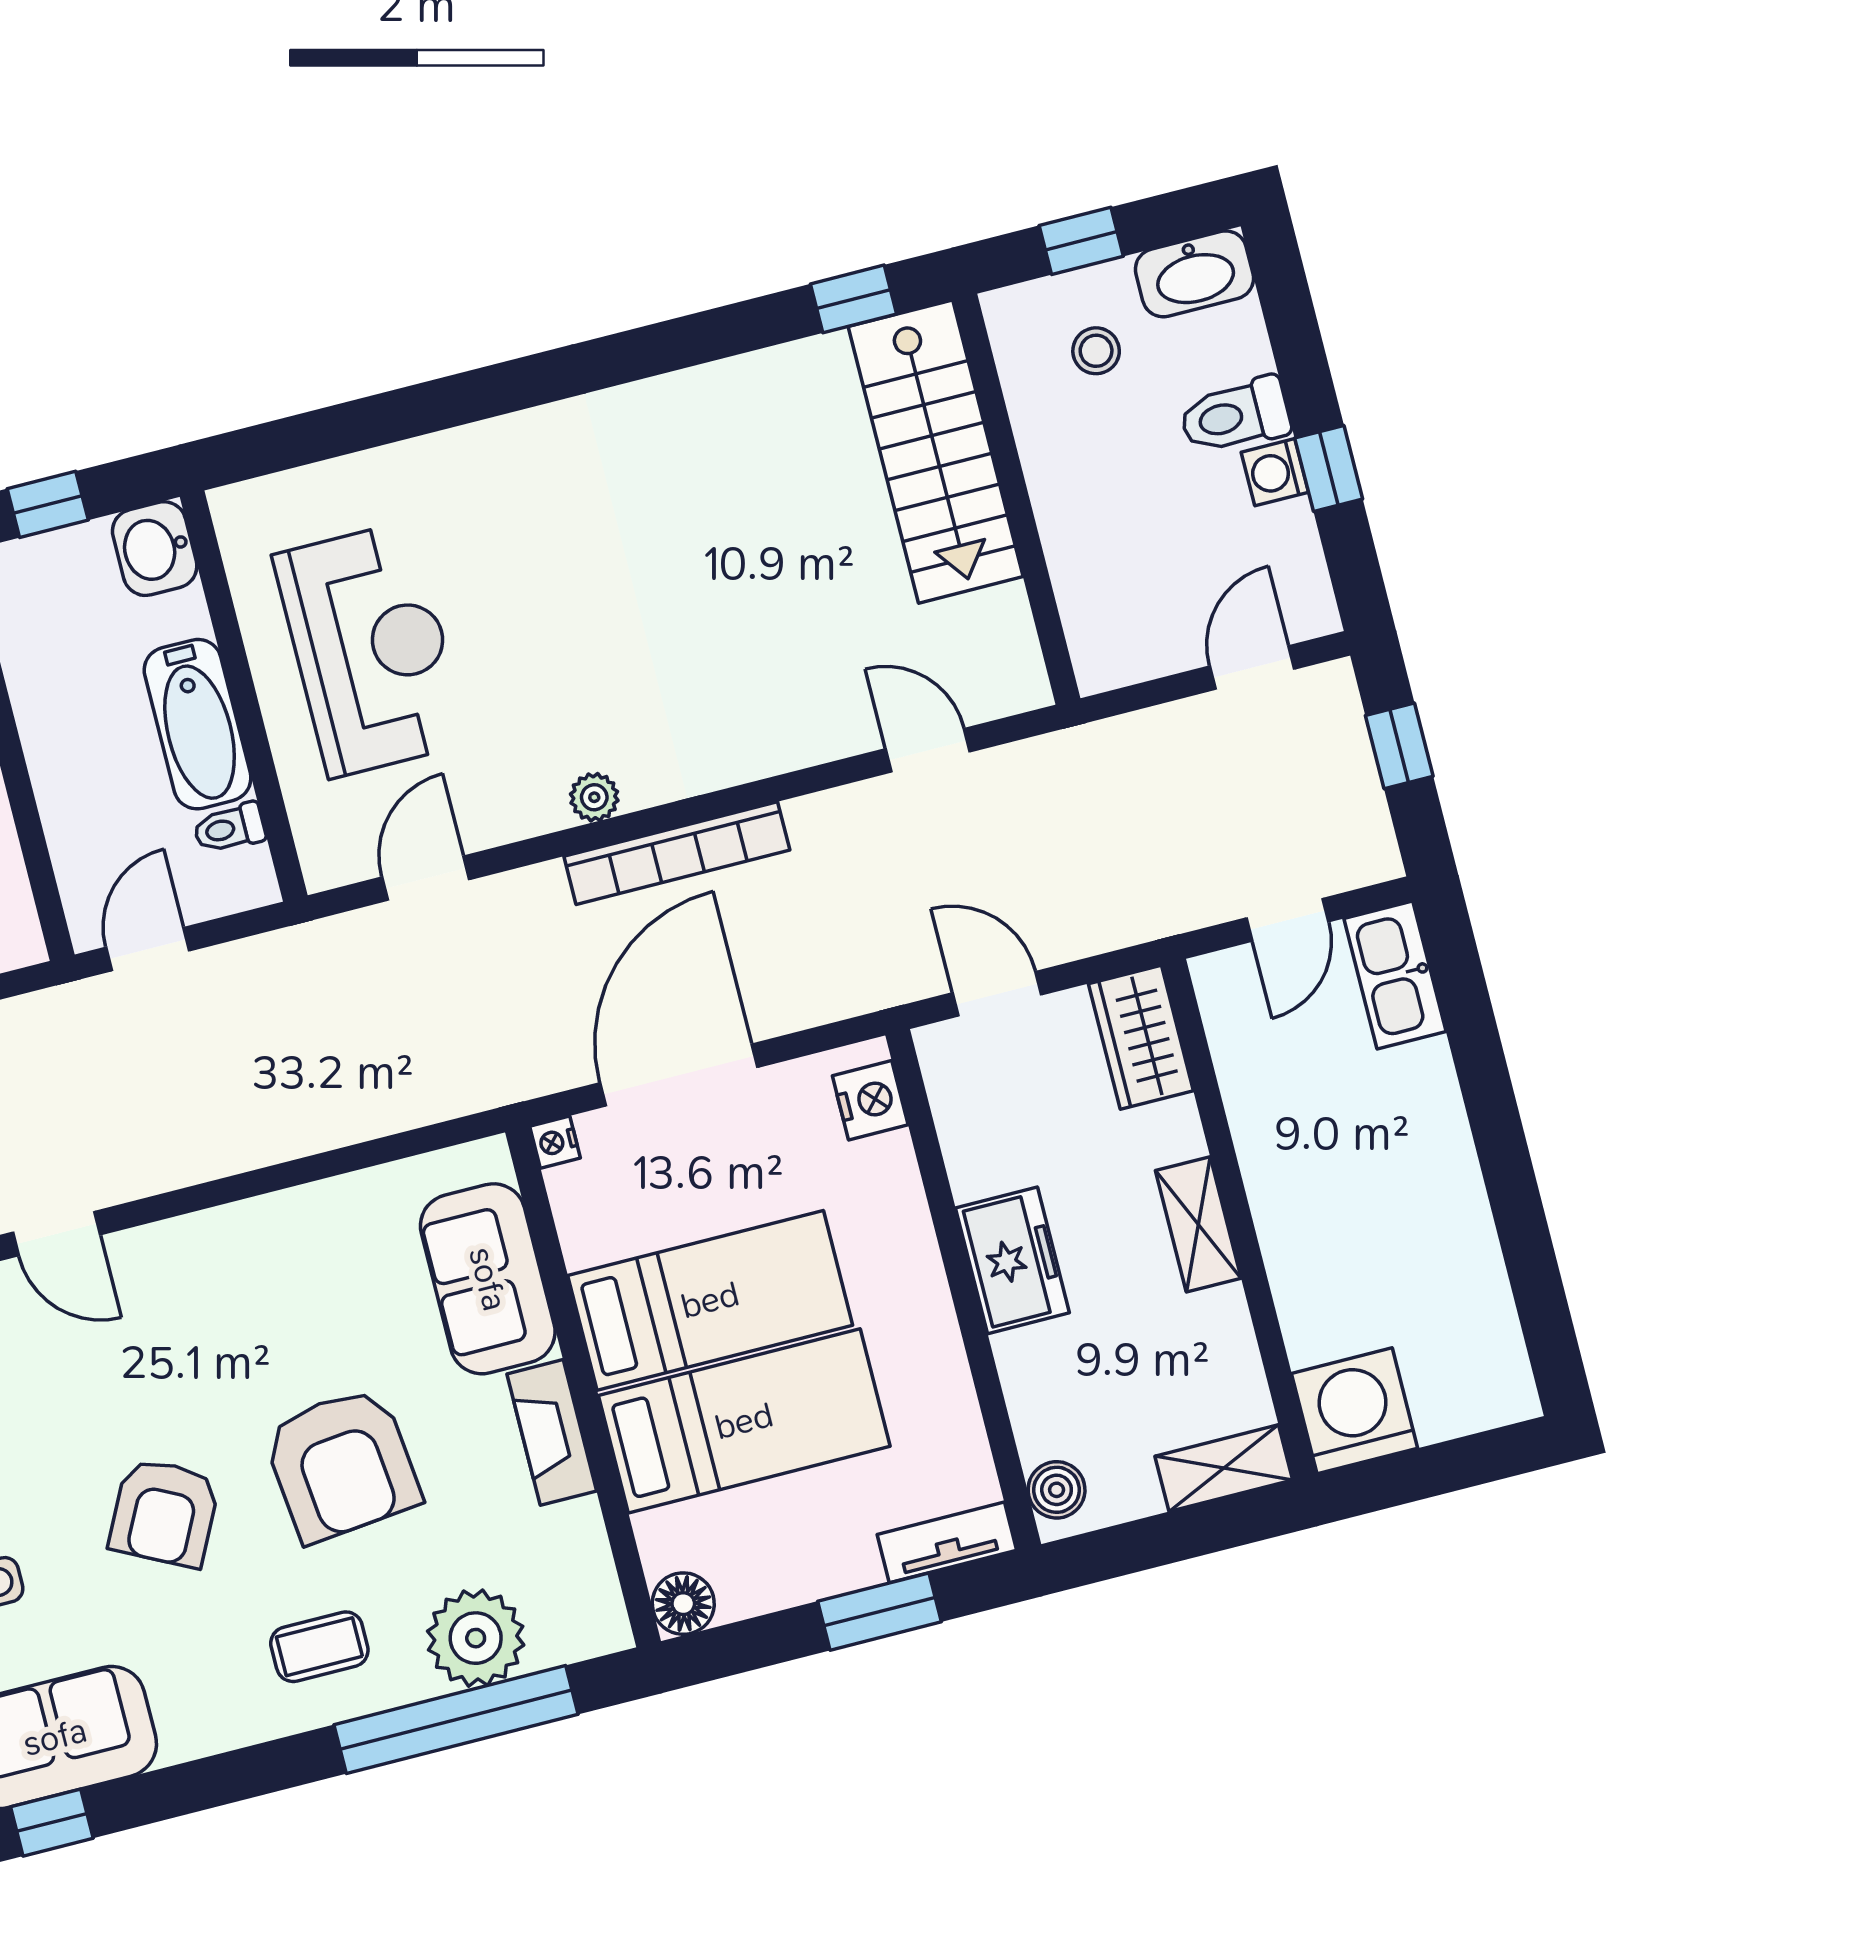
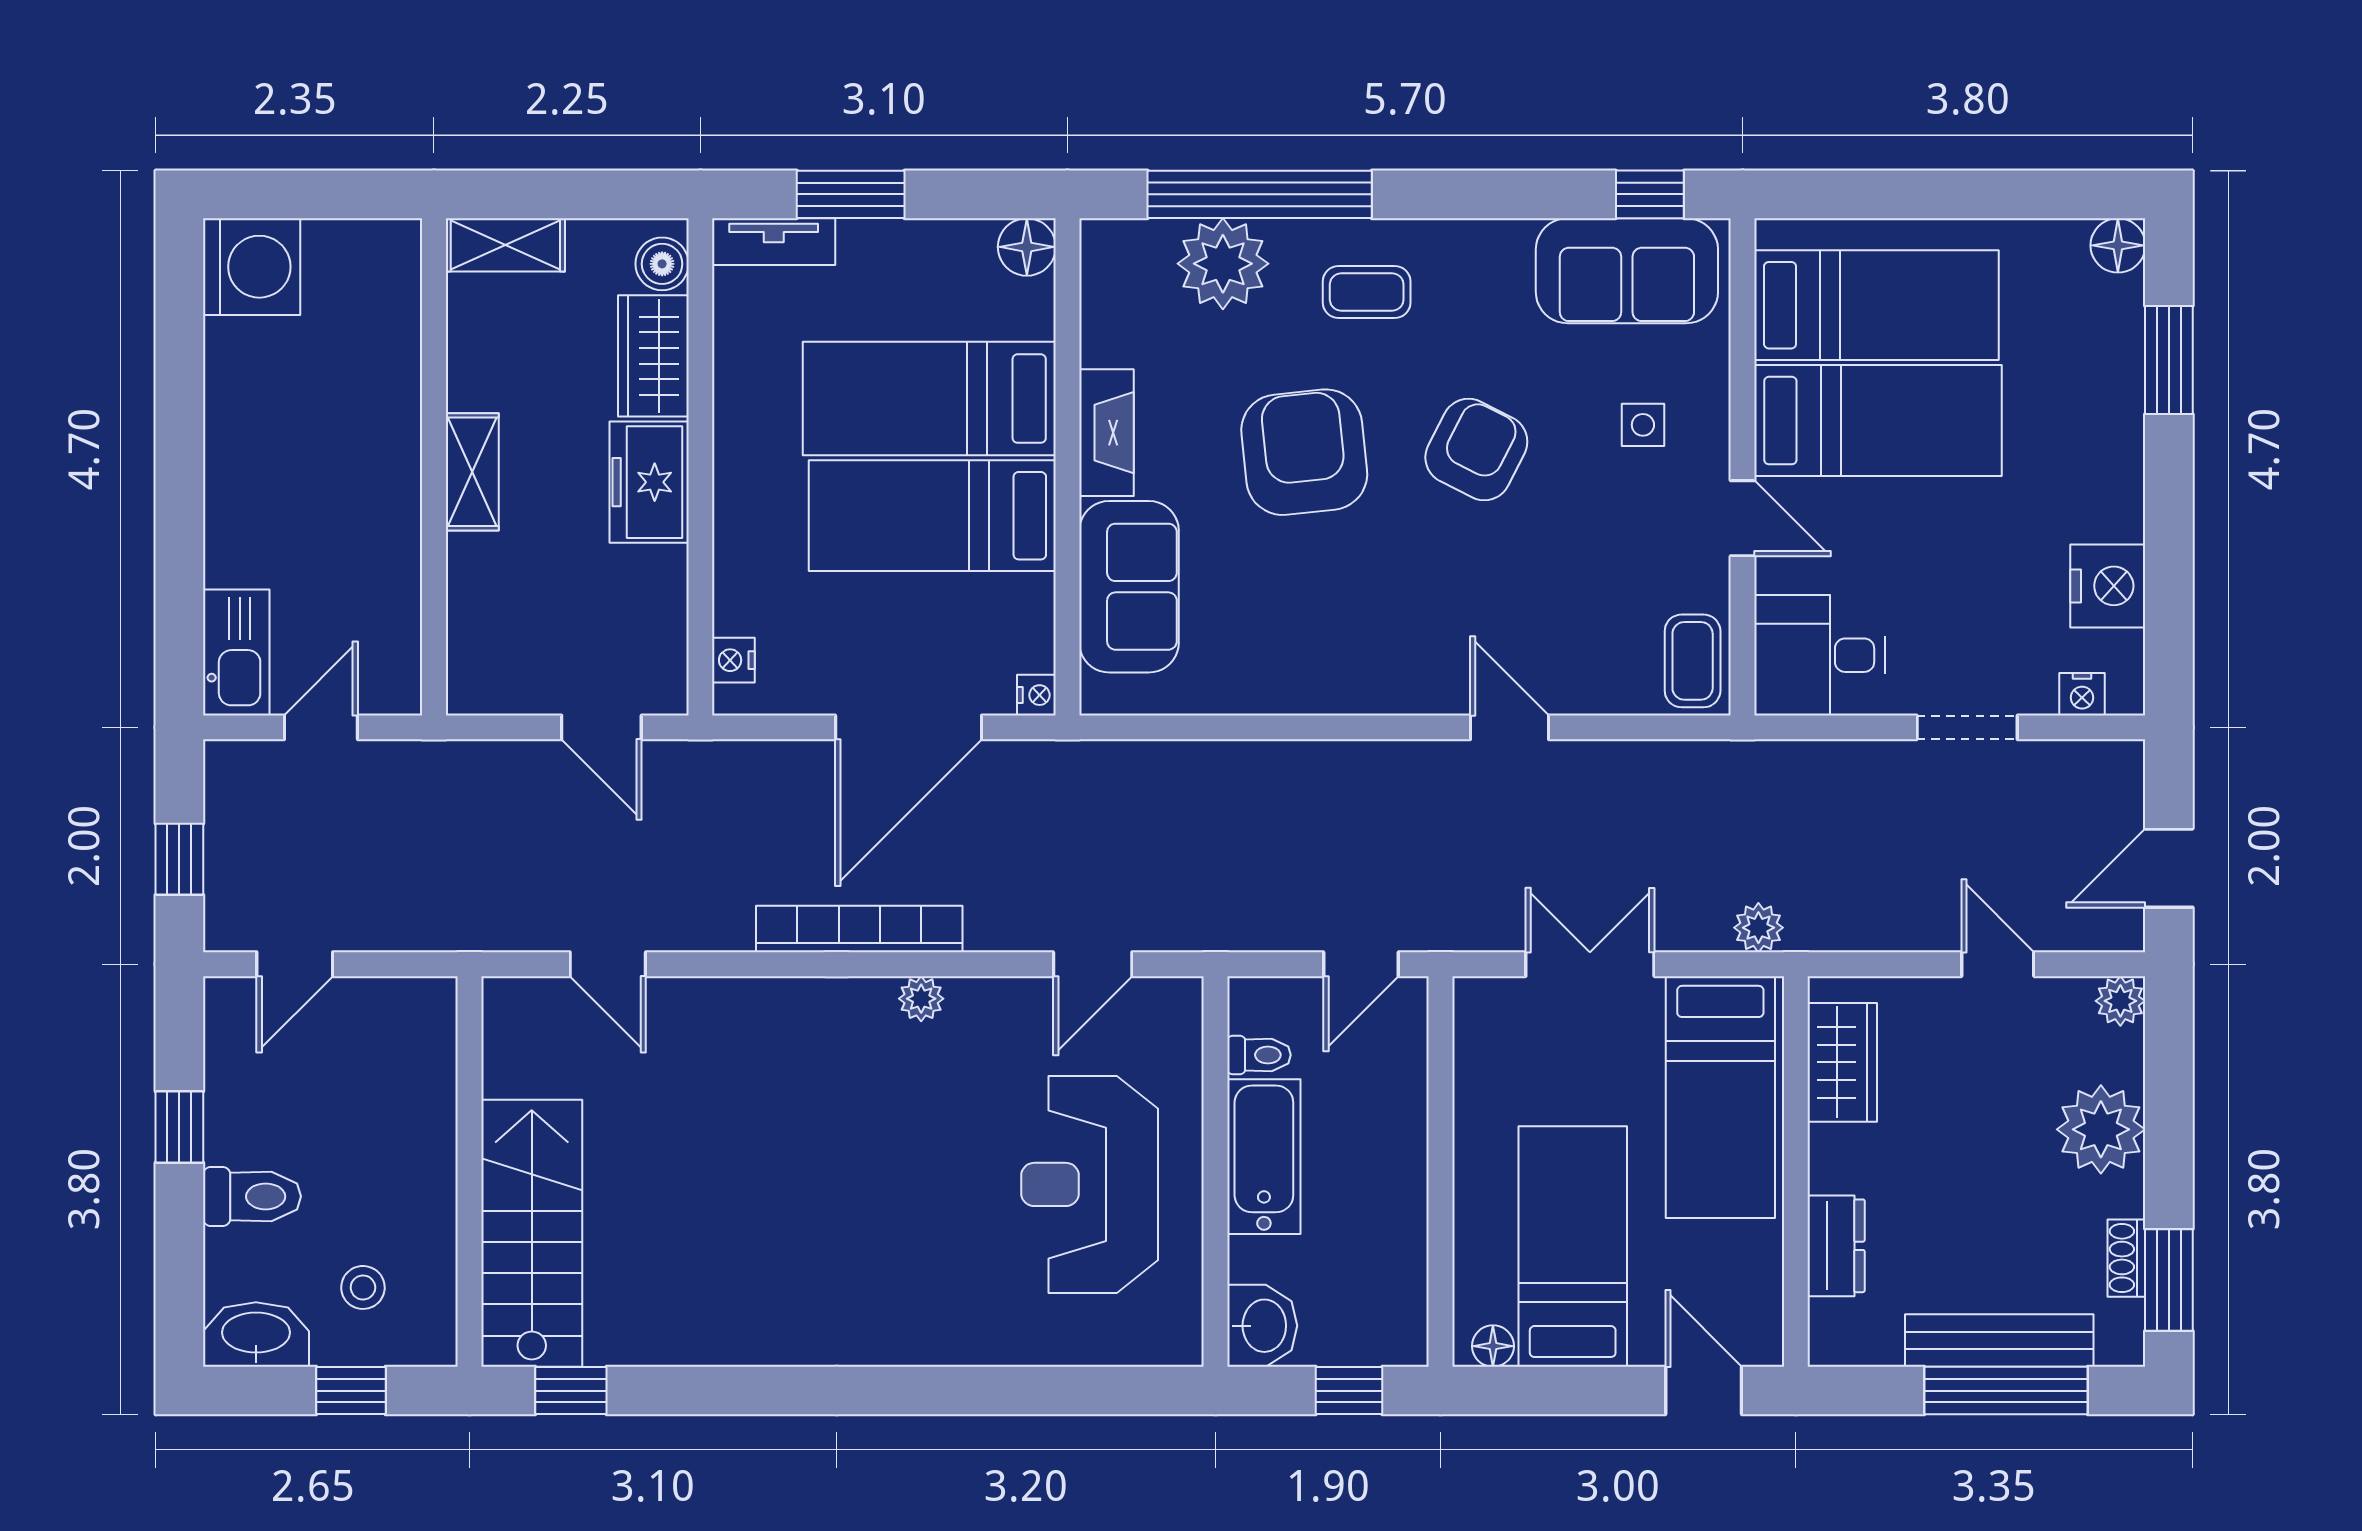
washing machine: (1275, 472) -> (229, 1136), removed
wardrobe: (1141, 1037) -> (653, 356), moved, turned 180
nightstand: (870, 1100) -> (733, 660), width x0.72, depth x0.74
washing machine: (1355, 1411) -> (252, 267), moved, turned -90

